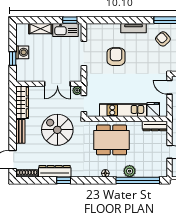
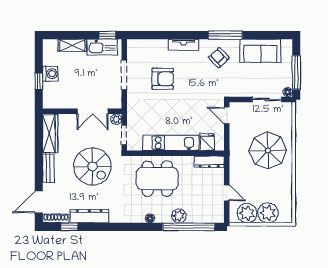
armchair: (116, 57) -> (163, 79), turned 90
spiral stairs: (57, 130) -> (92, 166), turned 180
window: (64, 180) -> (69, 227), moved

